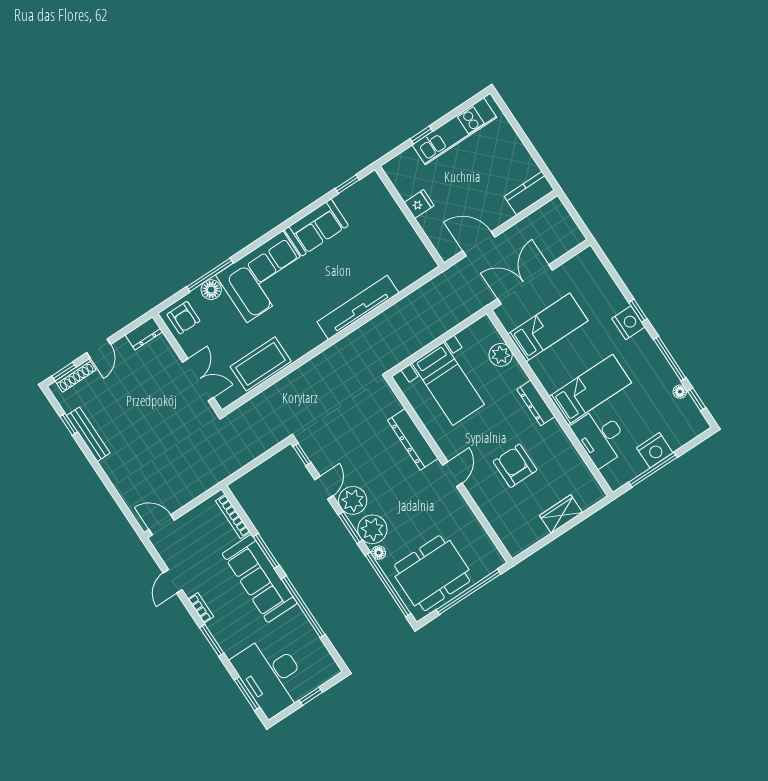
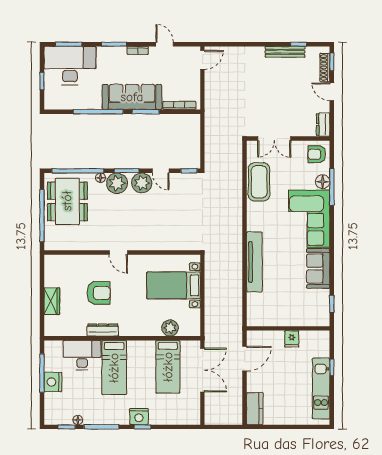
dresser: (536, 403) -> (103, 330), moved
dresser: (413, 439) -> (154, 243), removed

